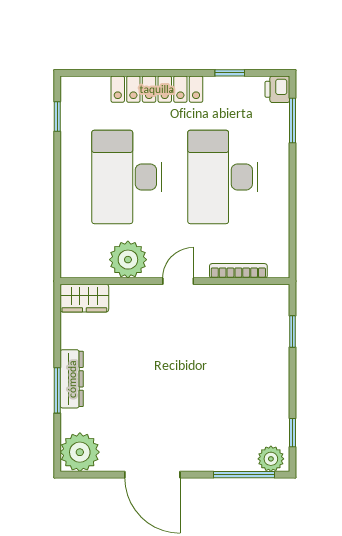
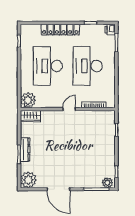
plant: (128, 260) -> (28, 100), moved

